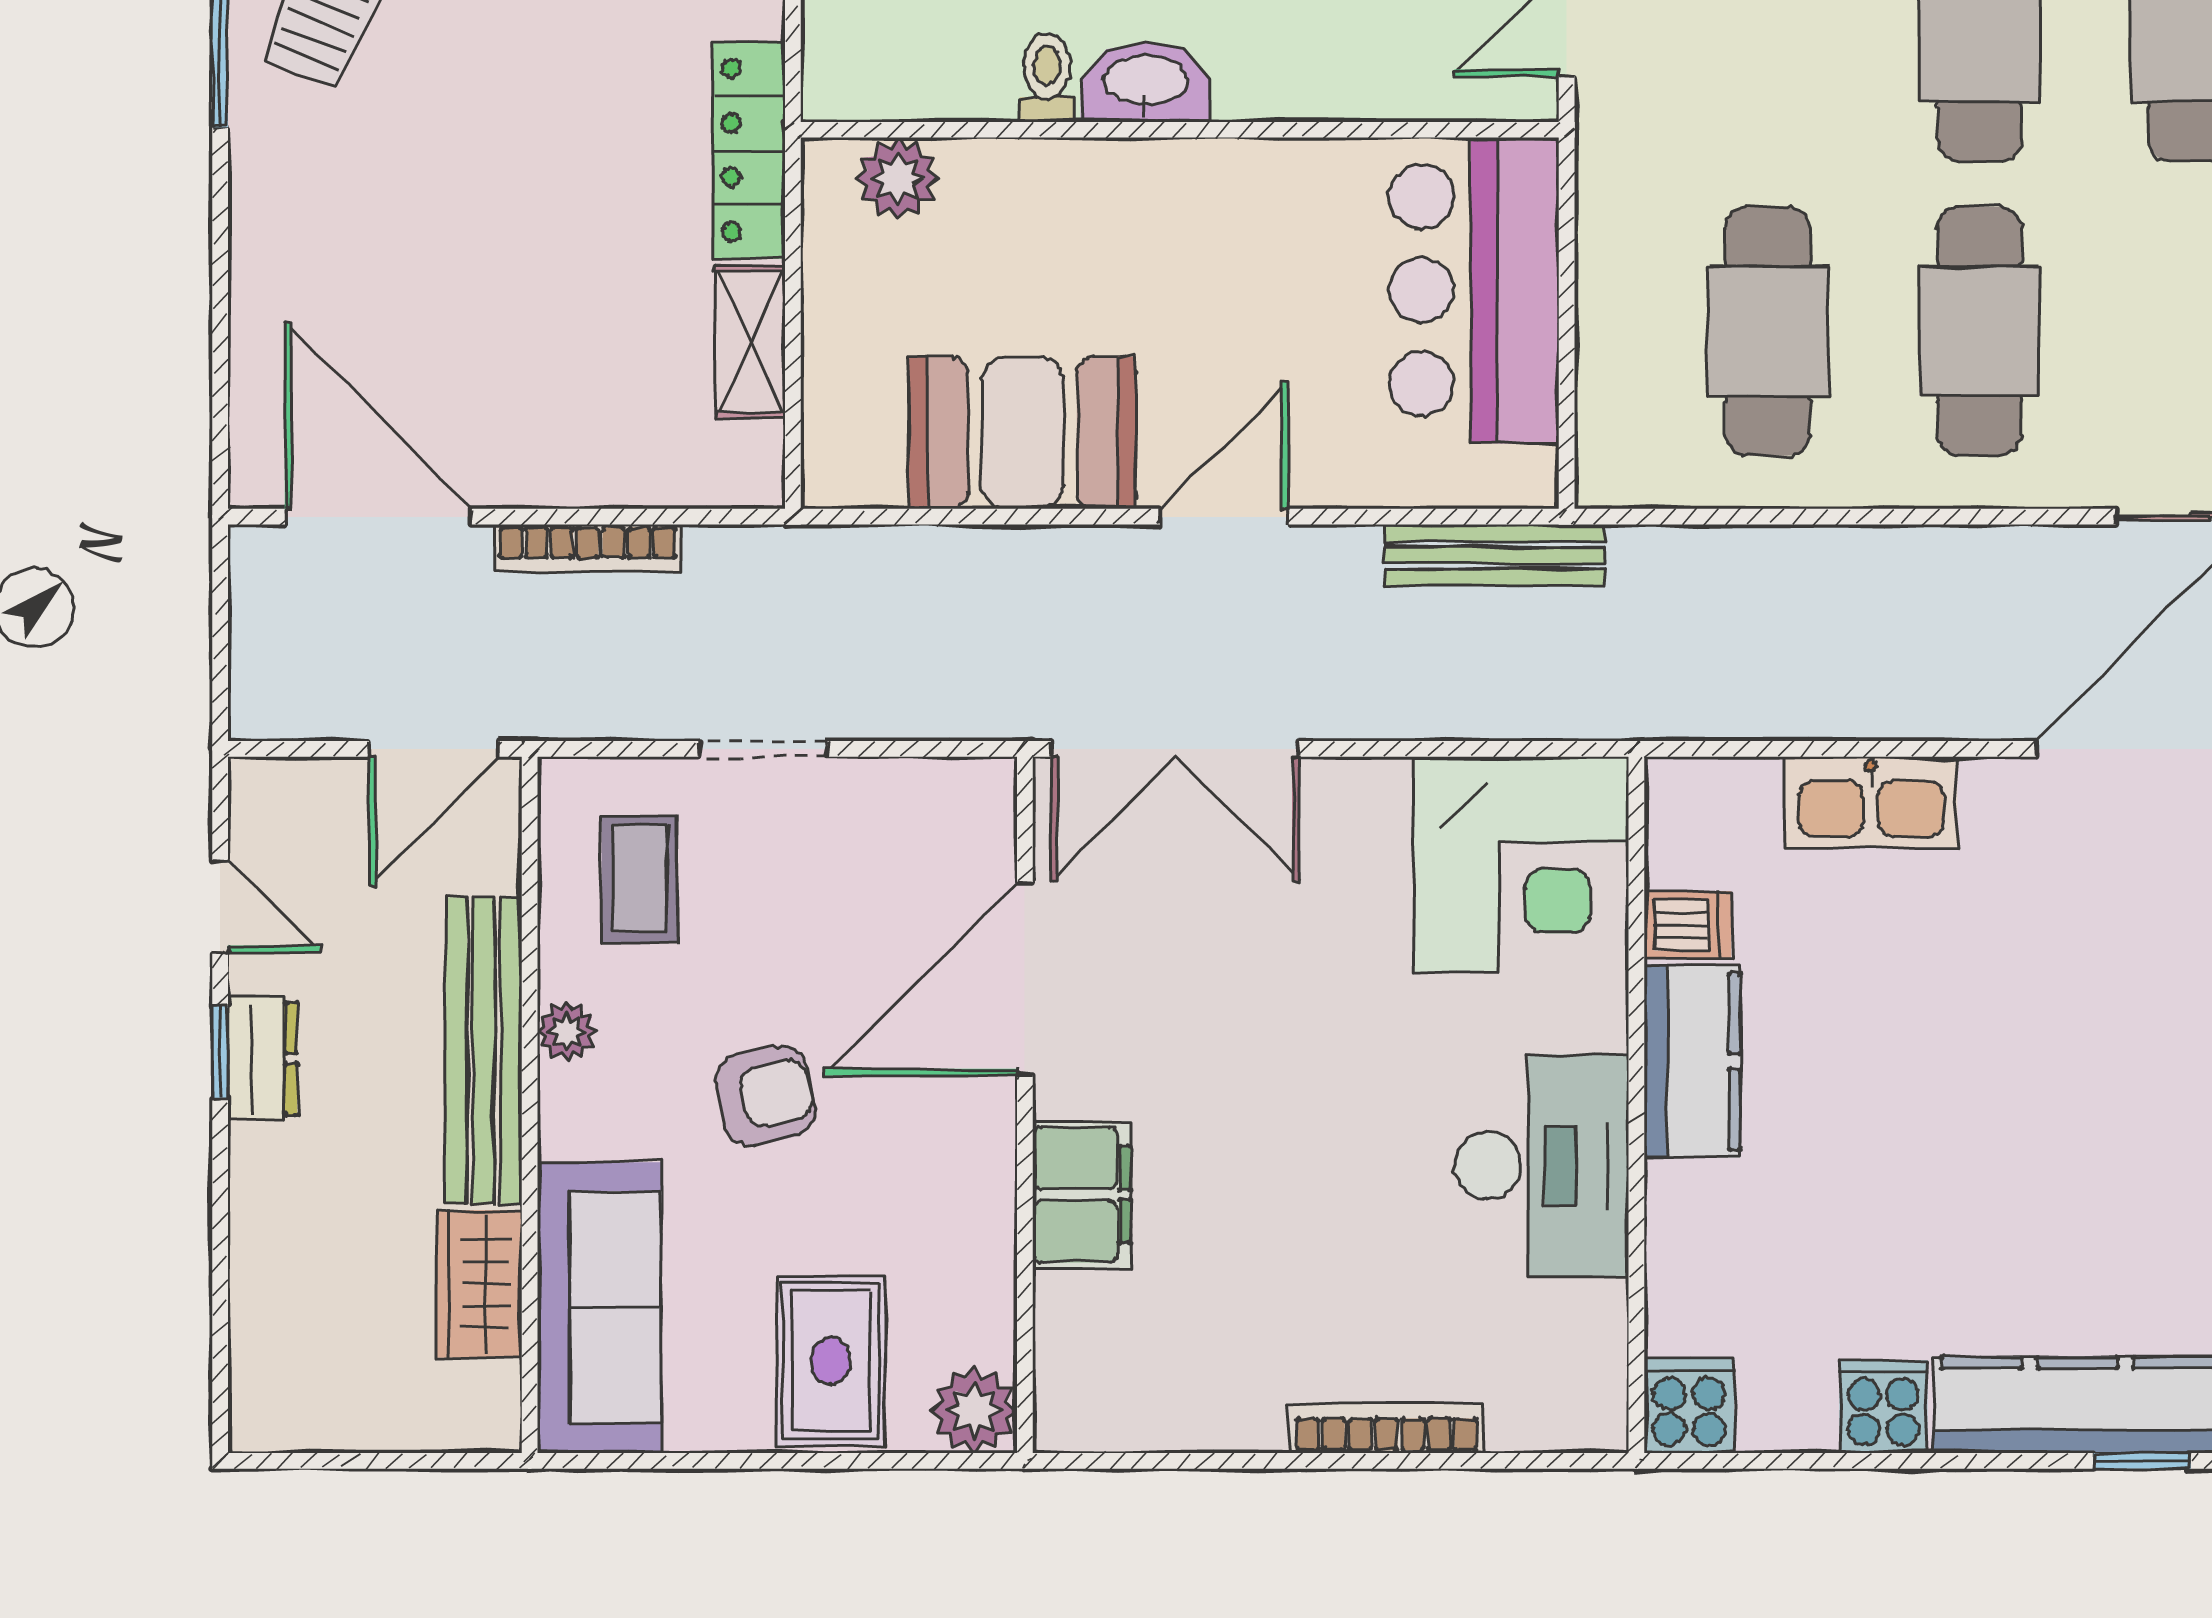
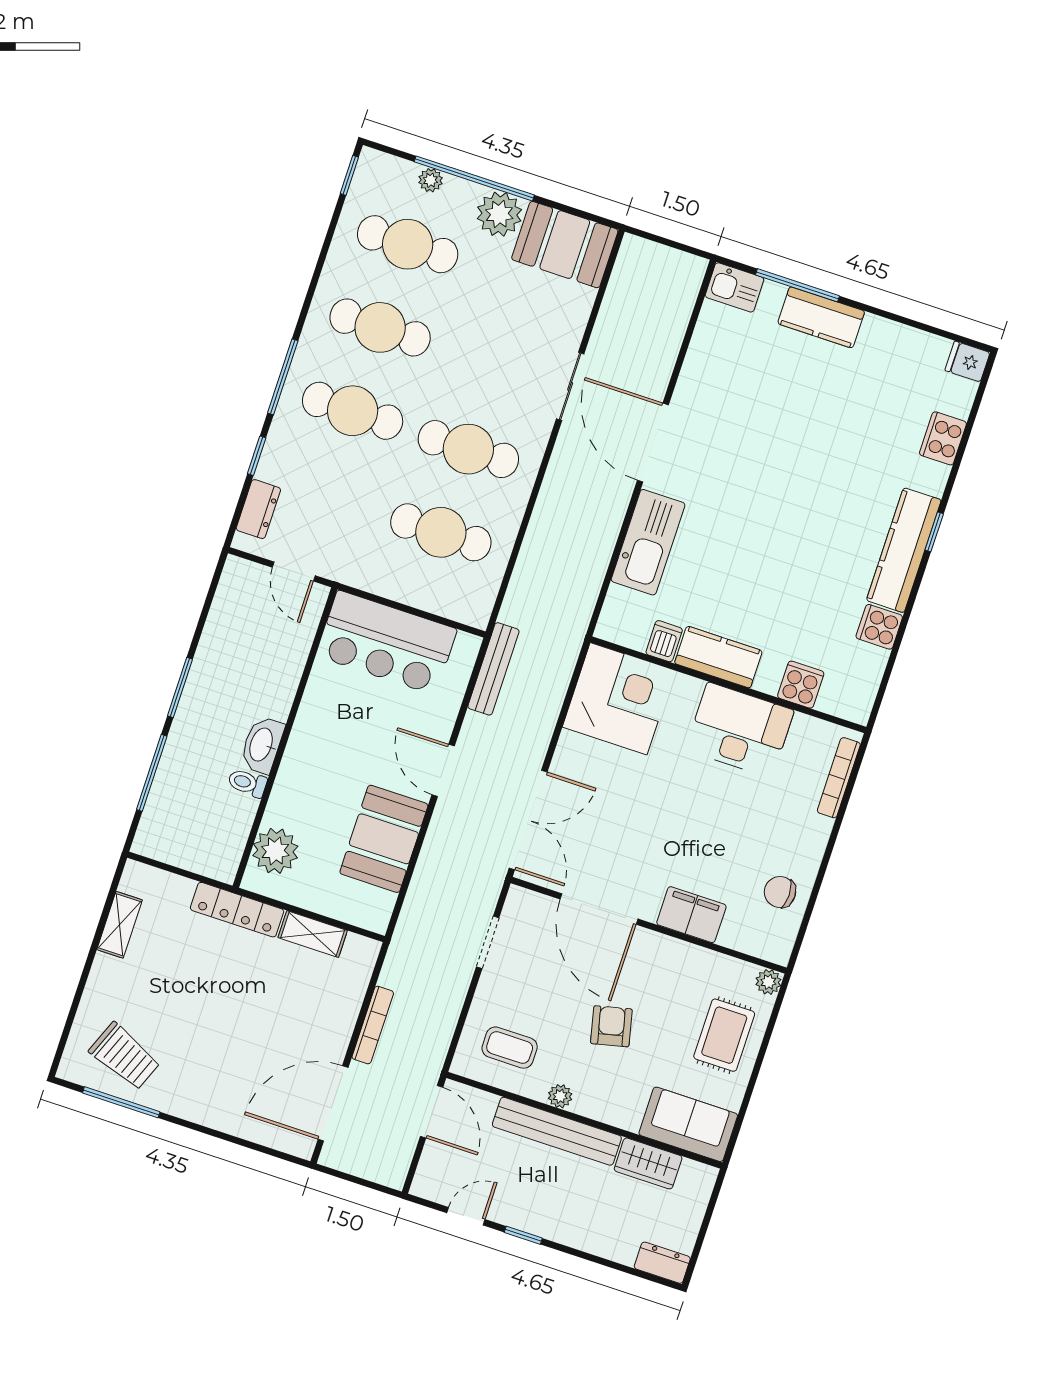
plant: (898, 178) -> (275, 851), width x1.36, depth x1.36
doorway: (763, 749) -> (488, 942), moved
kitchen sink: (1871, 802) -> (648, 542), width x1.36, depth x1.24
dresser: (263, 1058) -> (662, 1263), moved
sofa: (599, 1308) -> (688, 1124), width x0.73
rug: (831, 1361) -> (724, 1035), turned 90
chair: (1201, 1380) -> (780, 892), added
cooker: (1689, 1406) -> (801, 685), moved, turned 90
plant: (974, 1410) -> (768, 982), width x0.73, depth x0.73
bookcase: (1386, 1428) -> (839, 778), moved

